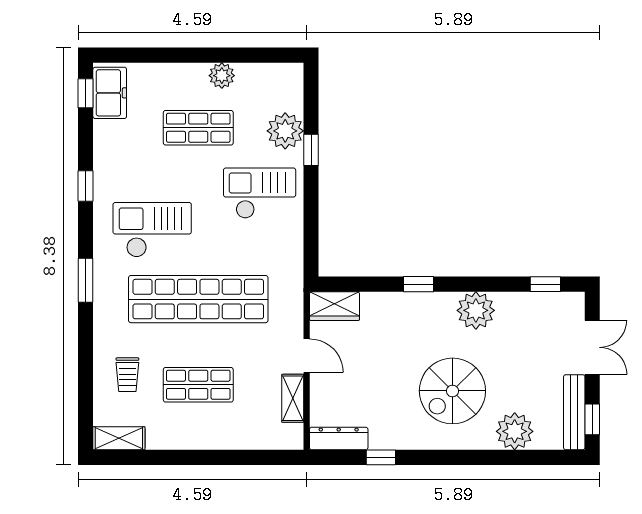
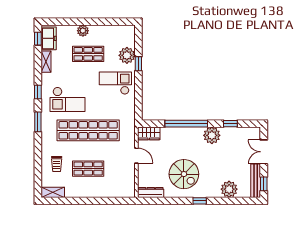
plant: (222, 76) -> (83, 31), moved
window: (86, 186) -> (38, 92), moved
checkout: (152, 230) -> (68, 99), turned 180
window: (418, 284) -> (186, 124), width x3.17
window: (545, 284) -> (230, 124), moved
double door: (592, 347) -> (264, 152), swing flipped
spiral stairs: (452, 391) -> (184, 174), moved, turned -90
shelving: (293, 398) -> (46, 62), moved
window: (381, 457) -> (200, 201), moved

